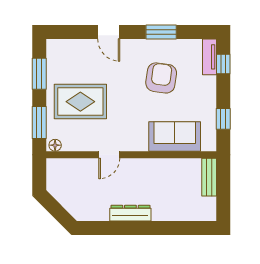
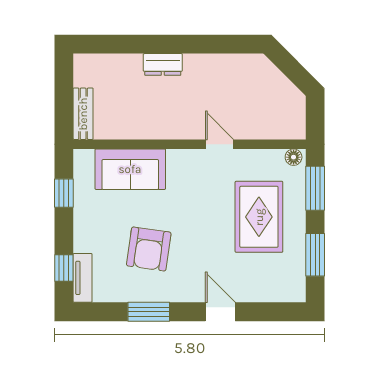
rug: (80, 102) -> (259, 217), turned 90
door: (109, 155) -> (219, 144), hinge flipped
dresser: (130, 213) -> (163, 64), moved, width x0.70

